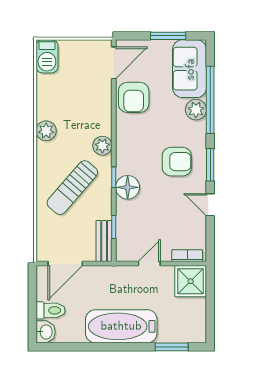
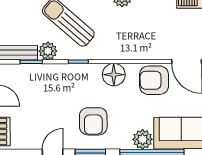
plant: (102, 146) -> (48, 51), moved
floor lamp: (128, 187) -> (114, 75), moved

